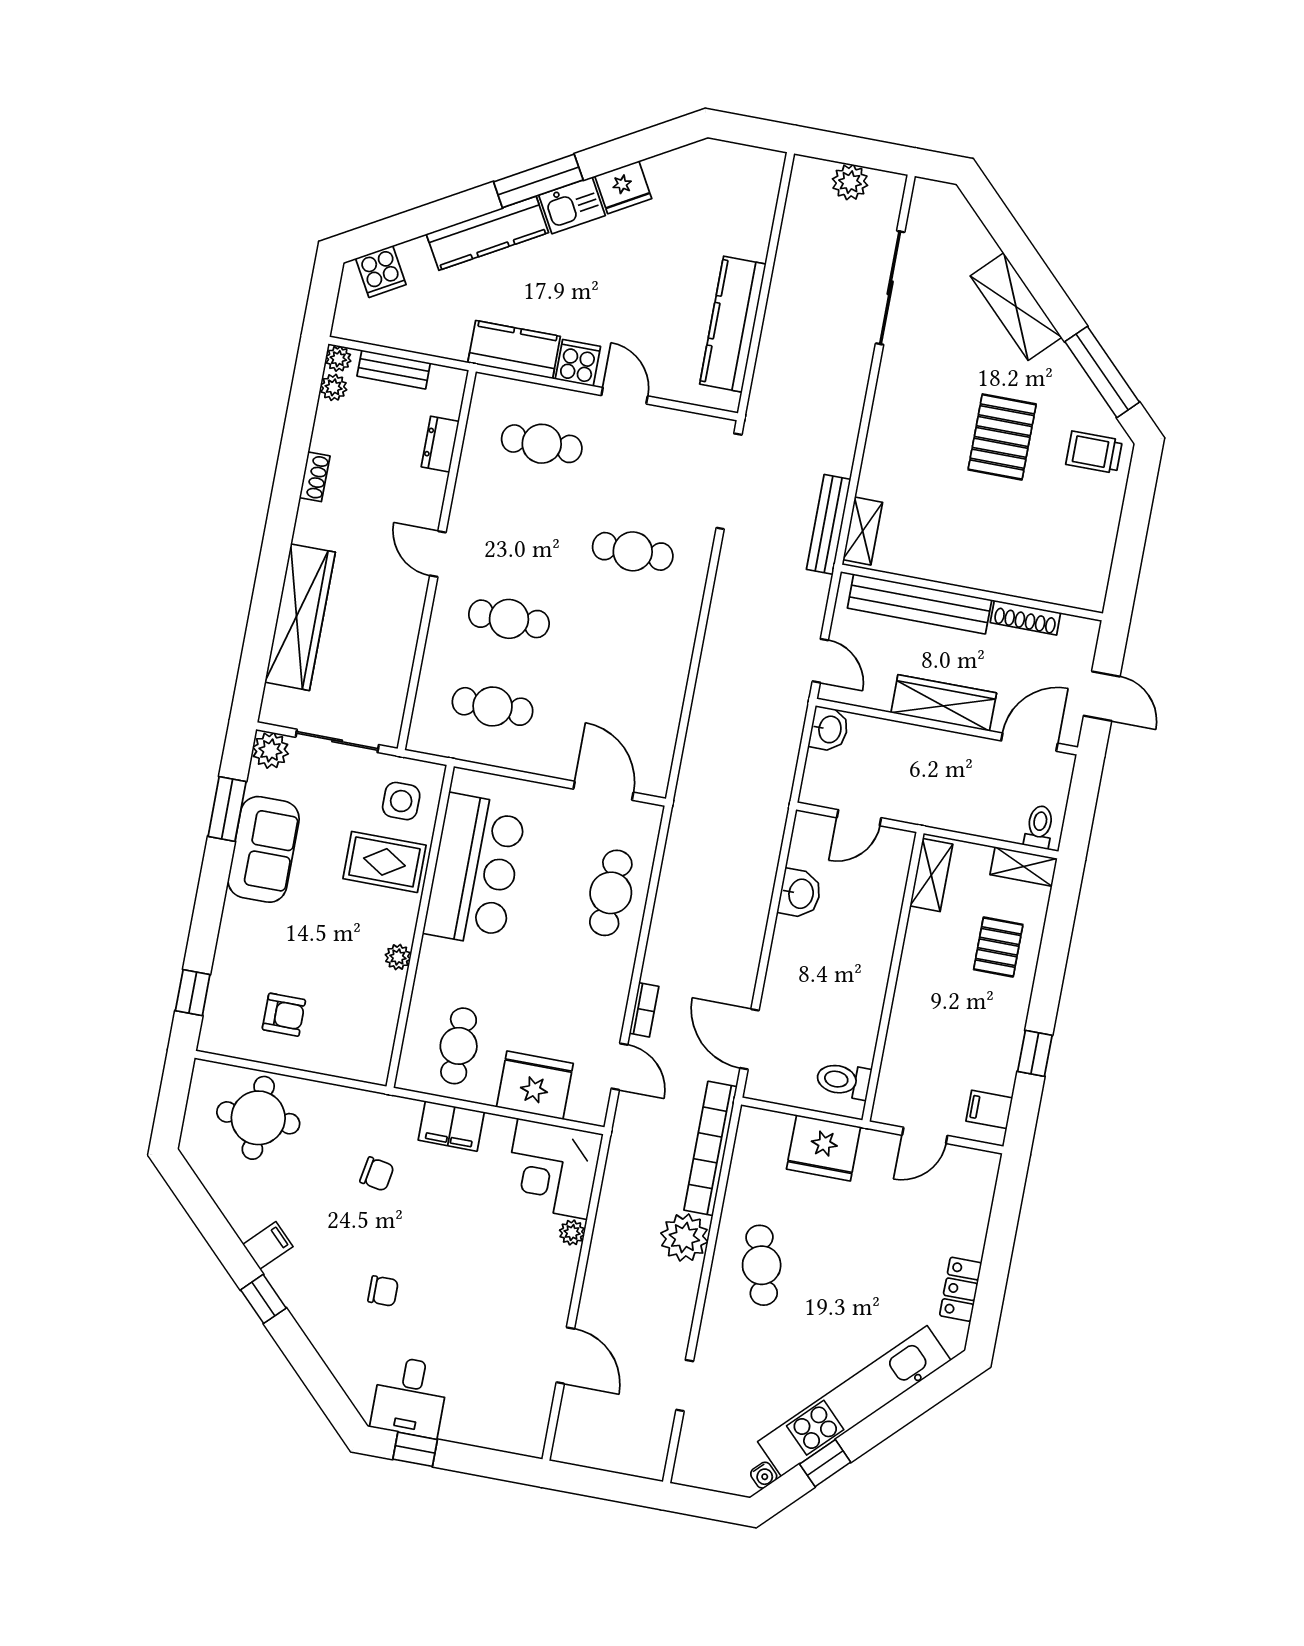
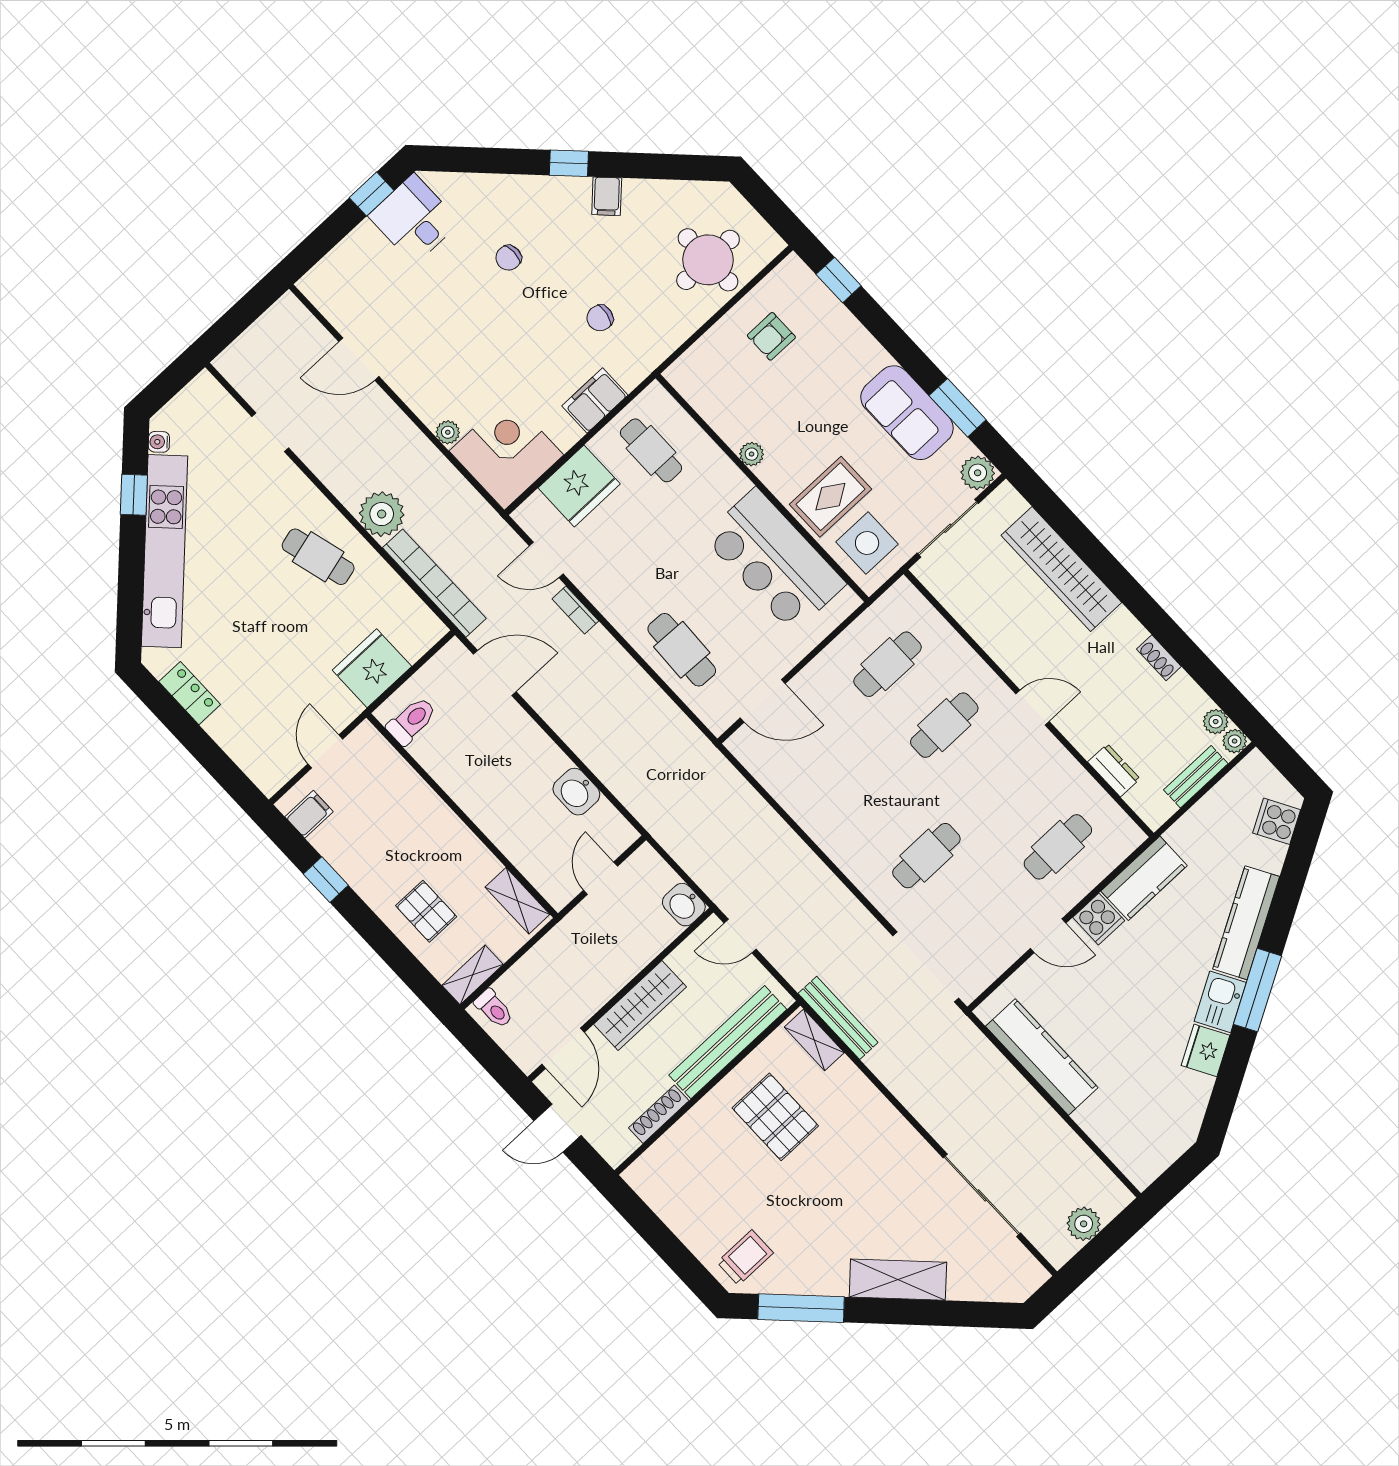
pallet: (1002, 437) -> (775, 1117), moved
side table: (401, 801) -> (867, 543), width x1.37, depth x1.37

